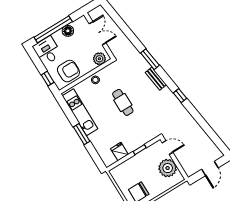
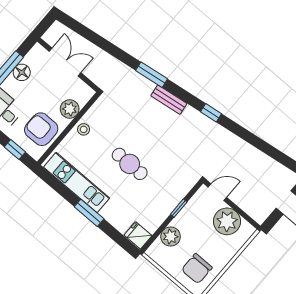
plant: (99, 59) -> (70, 109), moved
armchair: (68, 71) -> (41, 129), turned -90
cafe table: (123, 102) -> (130, 164), moved
fridge: (119, 152) -> (138, 235), moved
plant: (129, 166) -> (171, 237), added

